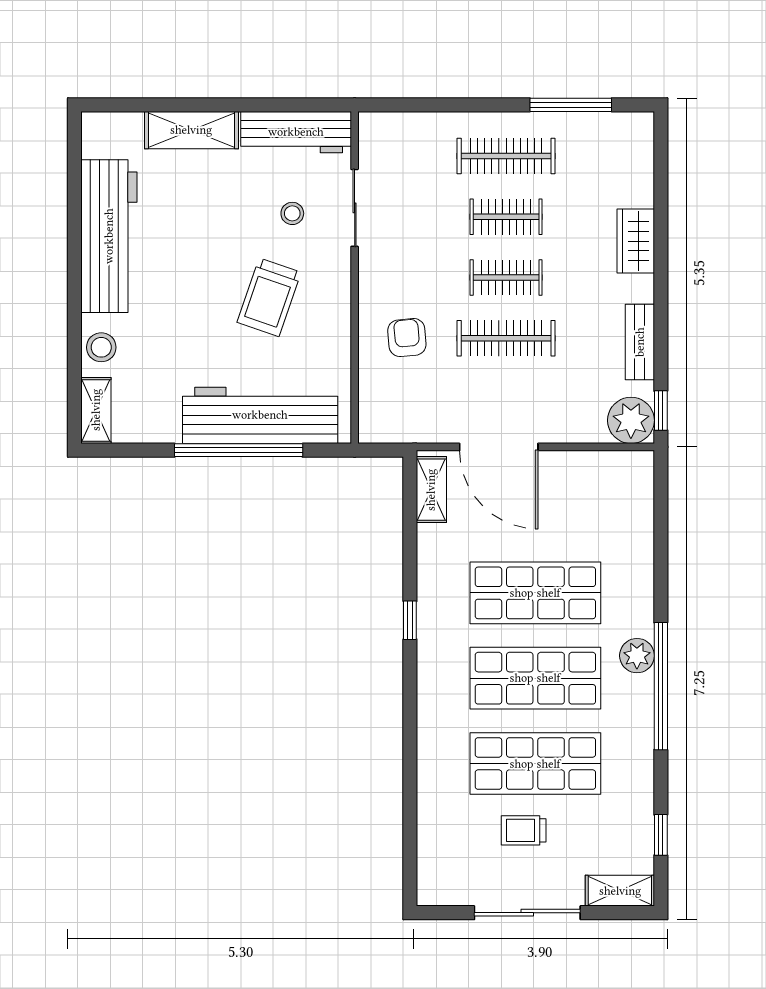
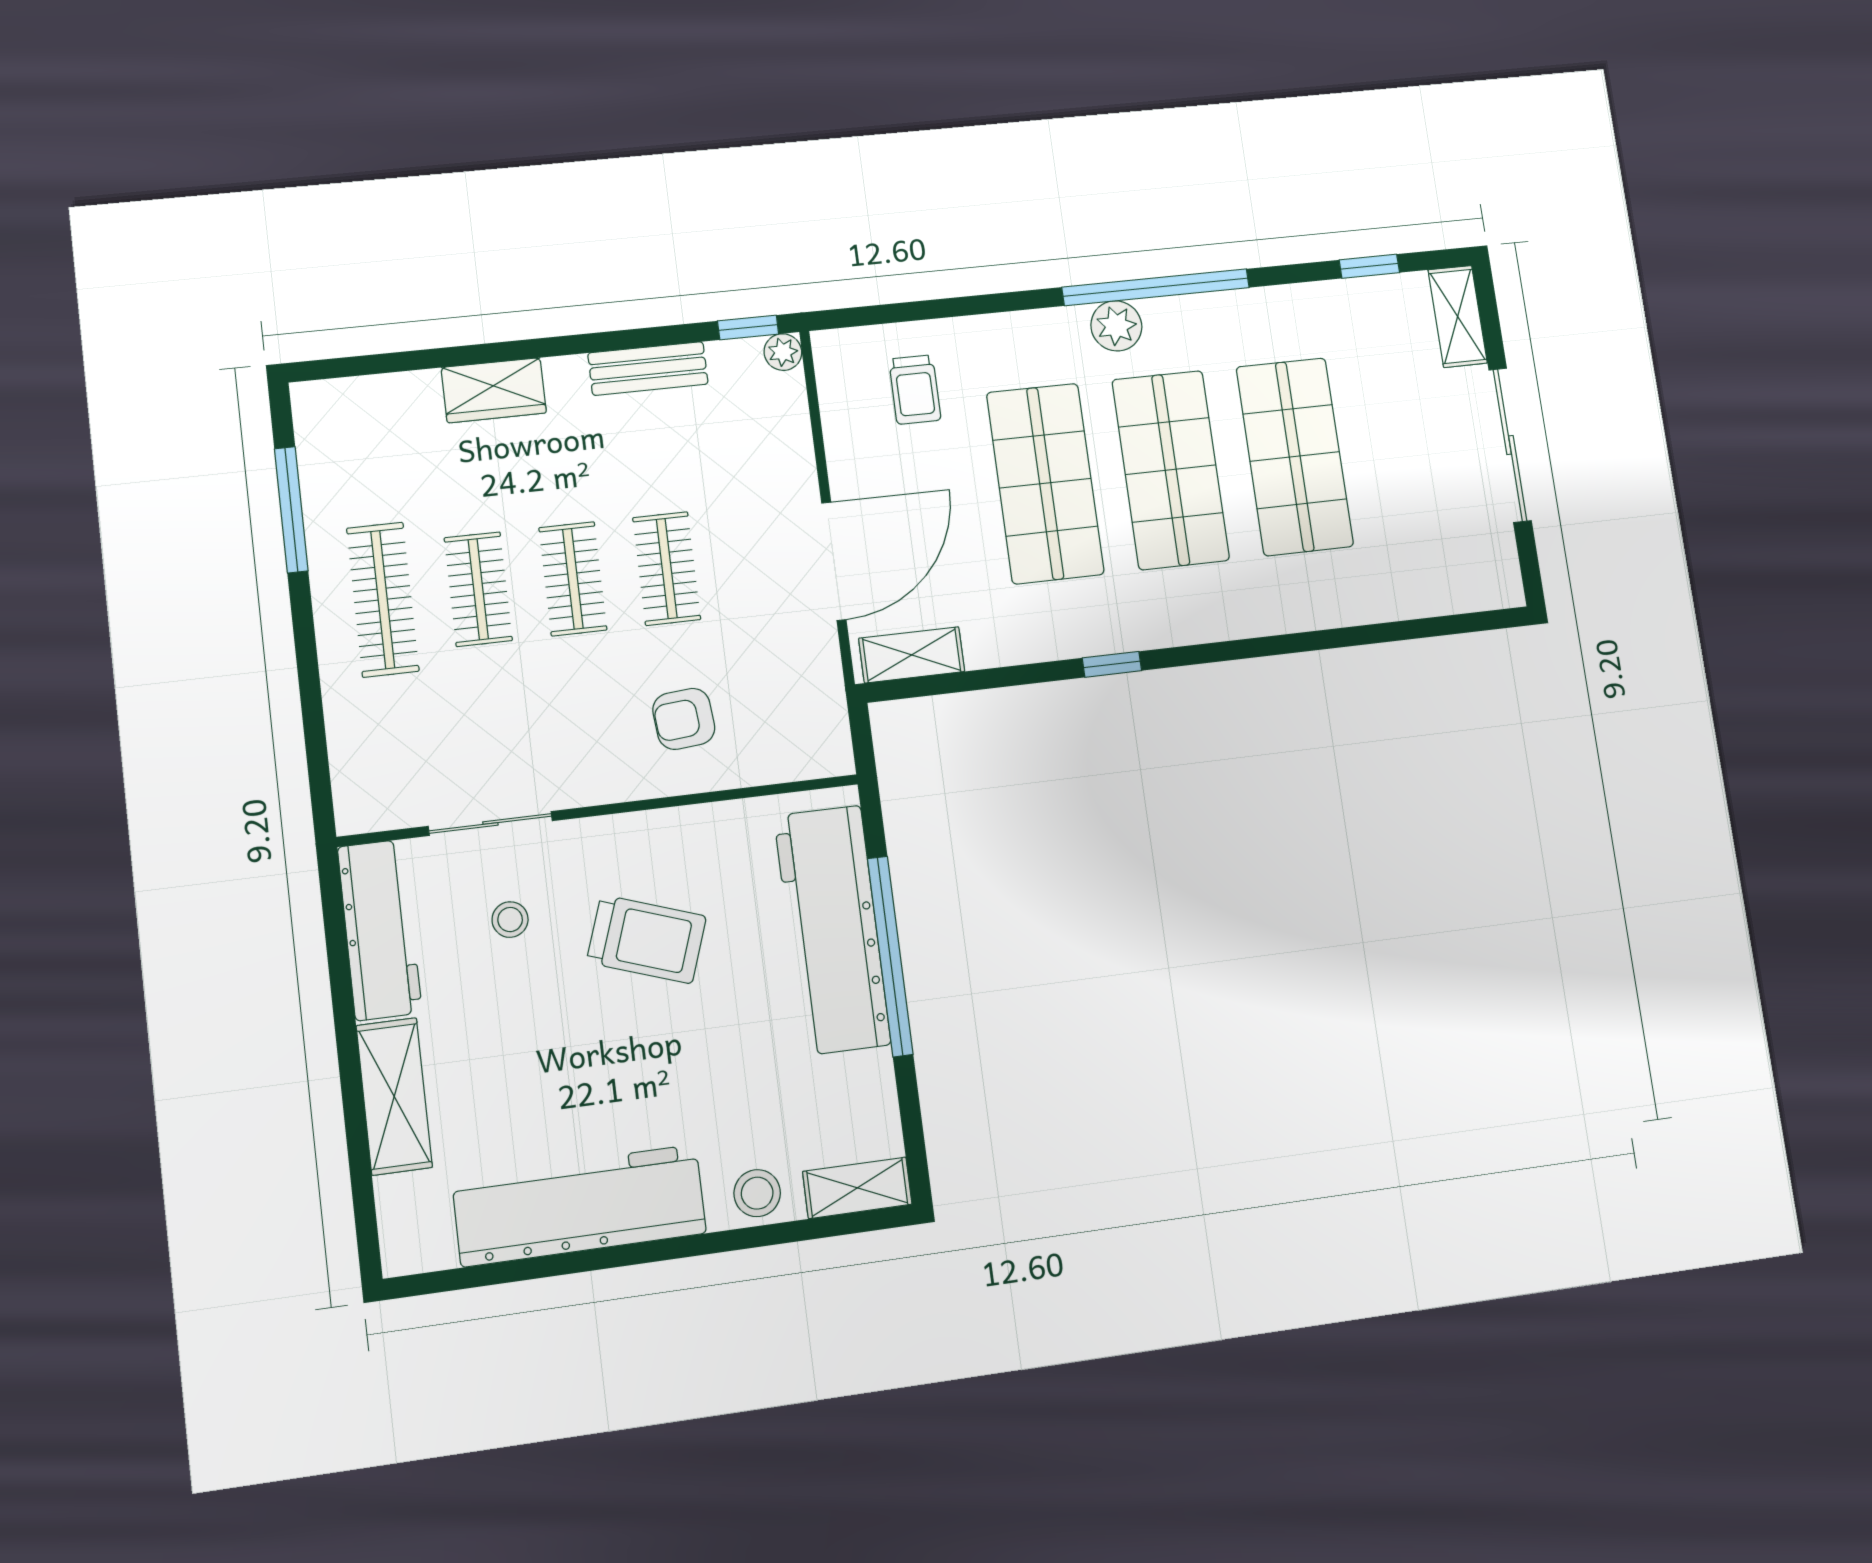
clothes rail: (506, 338) -> (667, 569), width x0.73
plant: (631, 420) -> (783, 352), width x0.53, depth x0.53
trolley: (524, 830) -> (915, 390), moved

